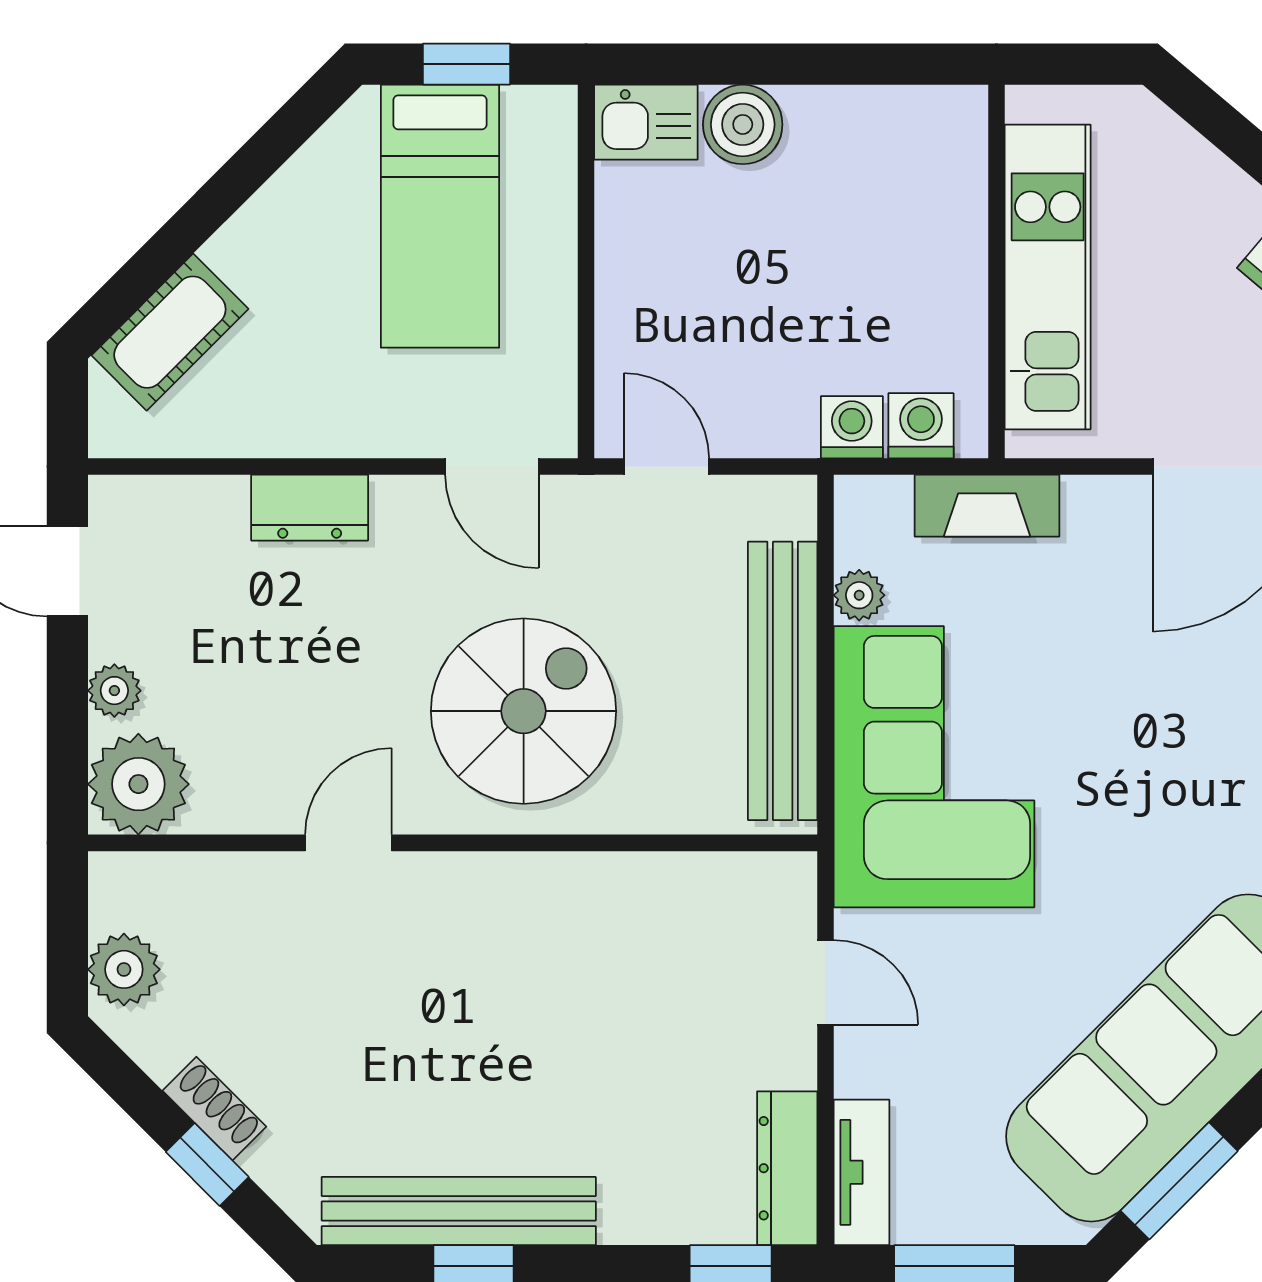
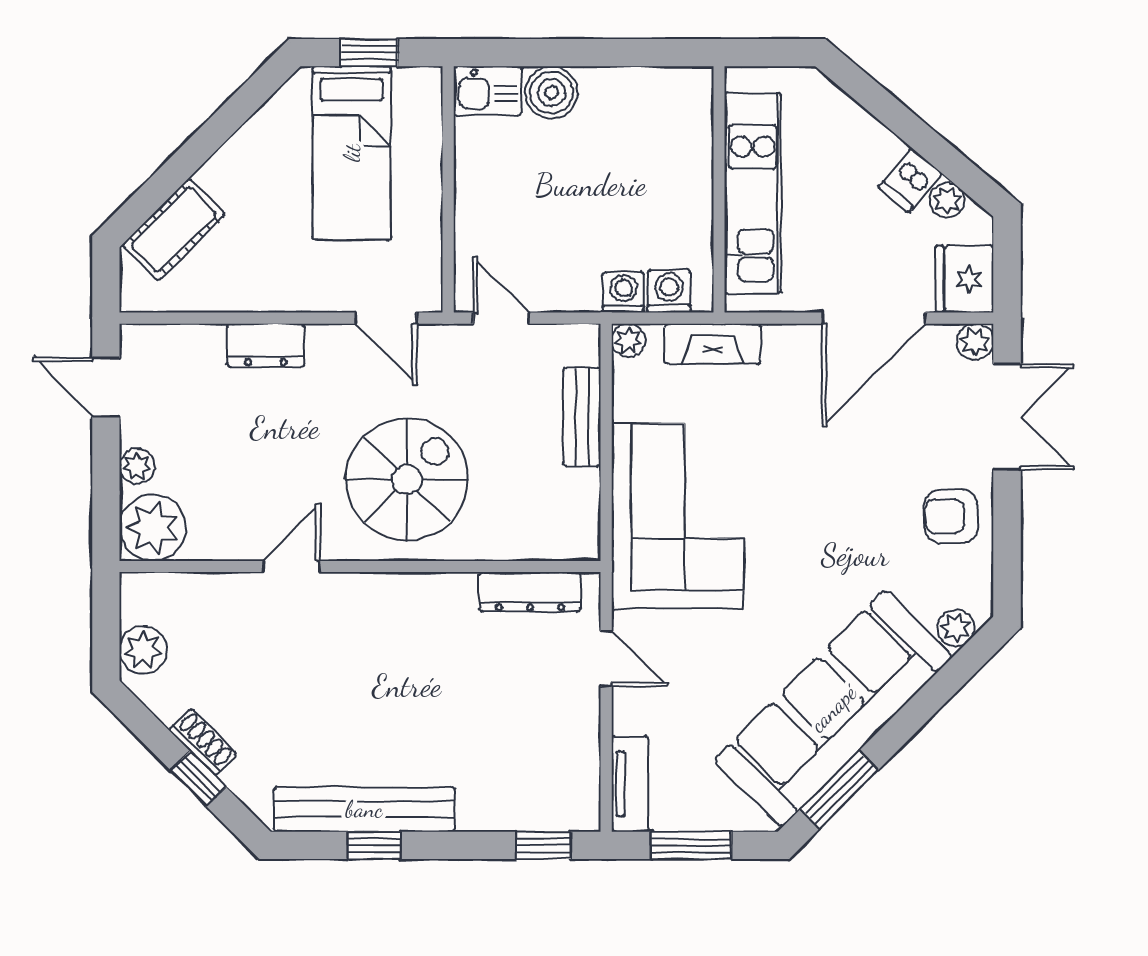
plant: (859, 595) -> (628, 340), moved
bench: (783, 681) -> (582, 417), width x0.54, depth x0.82
dresser: (787, 1168) -> (530, 592), moved, turned -90

